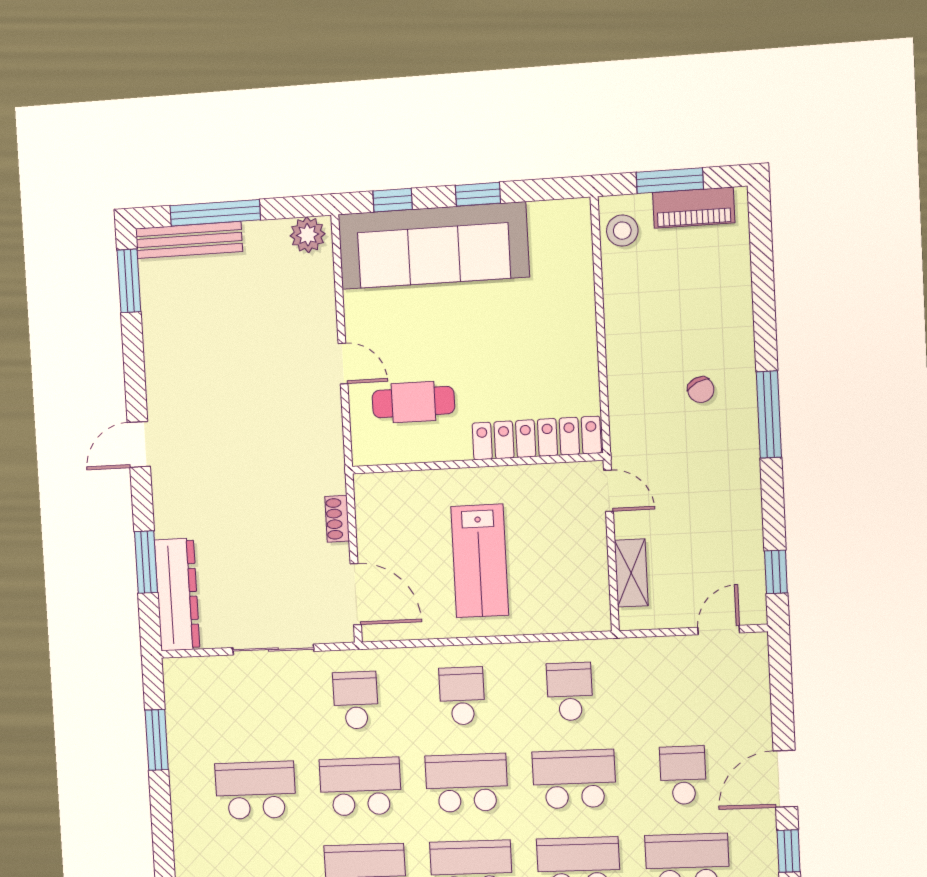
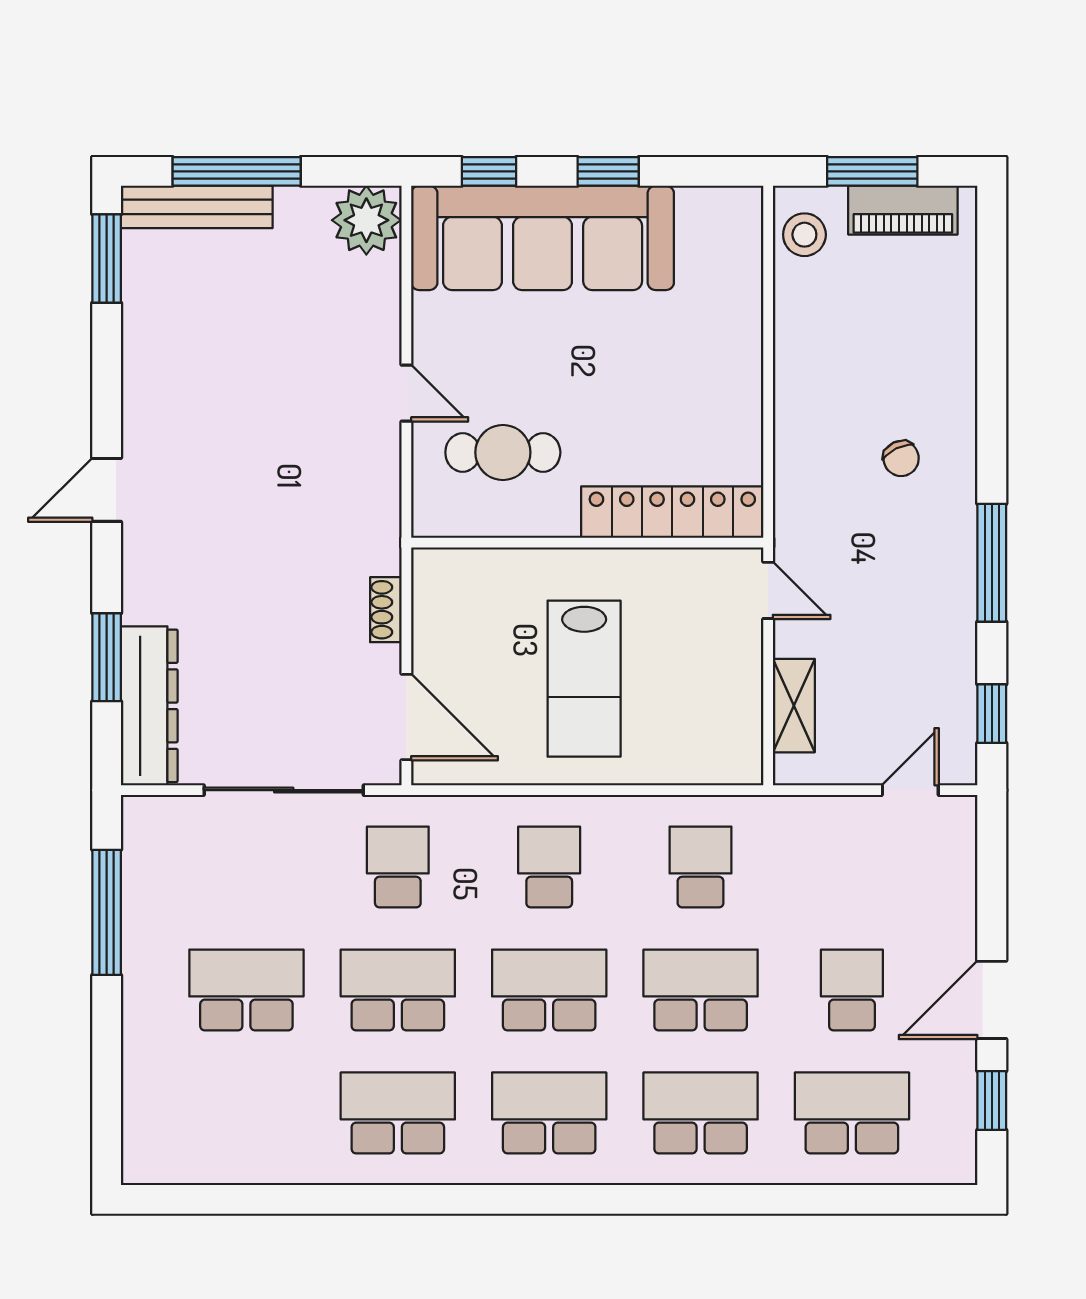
plant: (308, 235) -> (366, 220), width x1.36, depth x1.36
window: (769, 415) -> (992, 563), moved
sliding door: (273, 649) -> (284, 790), width x1.37
window: (157, 740) -> (107, 912), width x1.44

